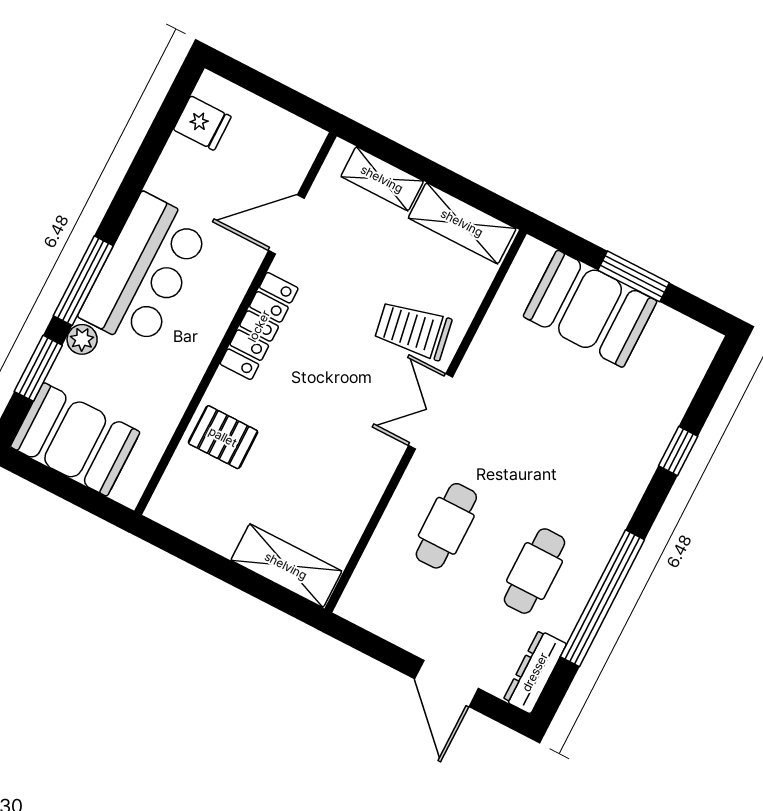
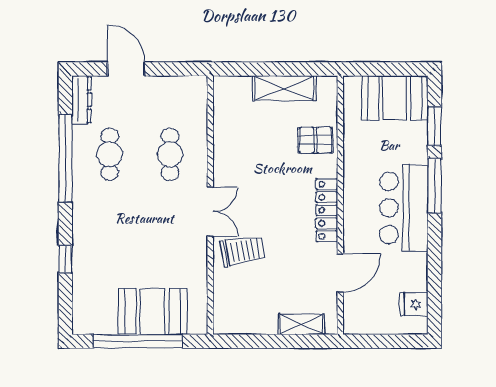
shelving: (462, 223) -> (245, 322), removed
window: (634, 276) -> (138, 341), width x2.11
plant: (82, 339) -> (419, 154), removed
shelving: (286, 566) -> (284, 88), moved

